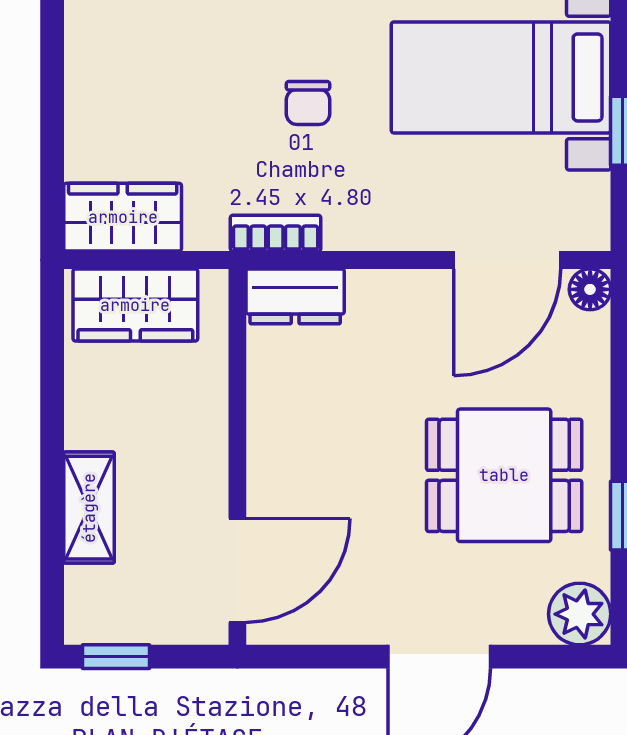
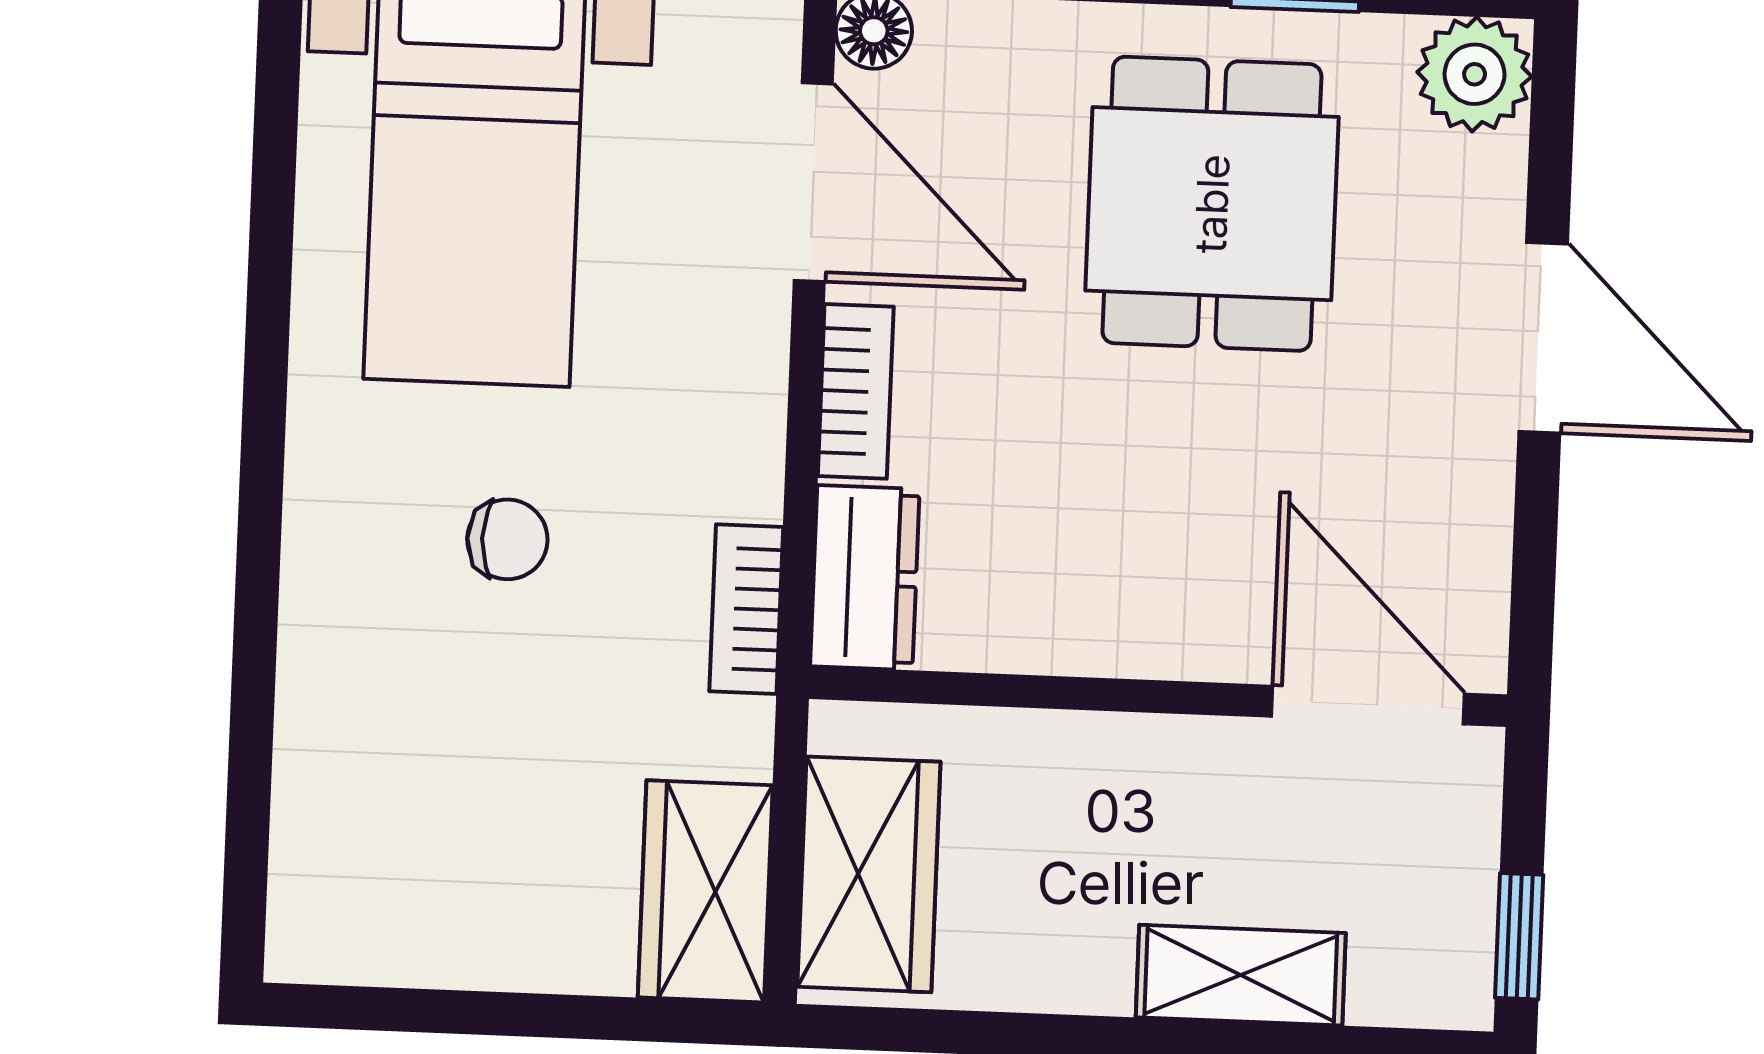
bookcase: (395, 287) -> (856, 391), added

